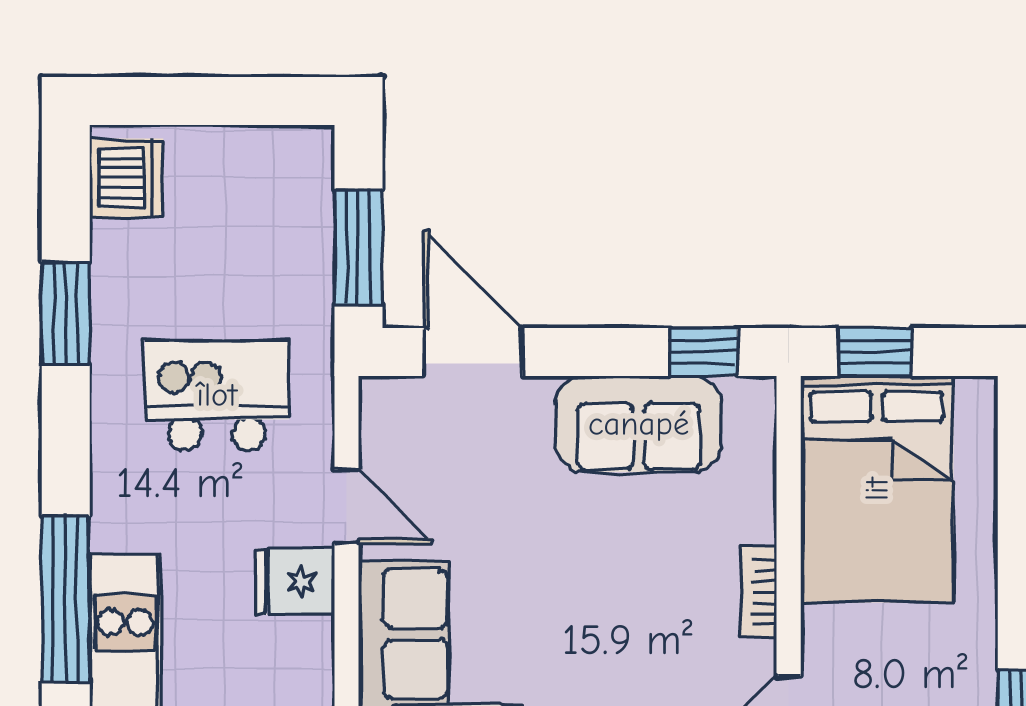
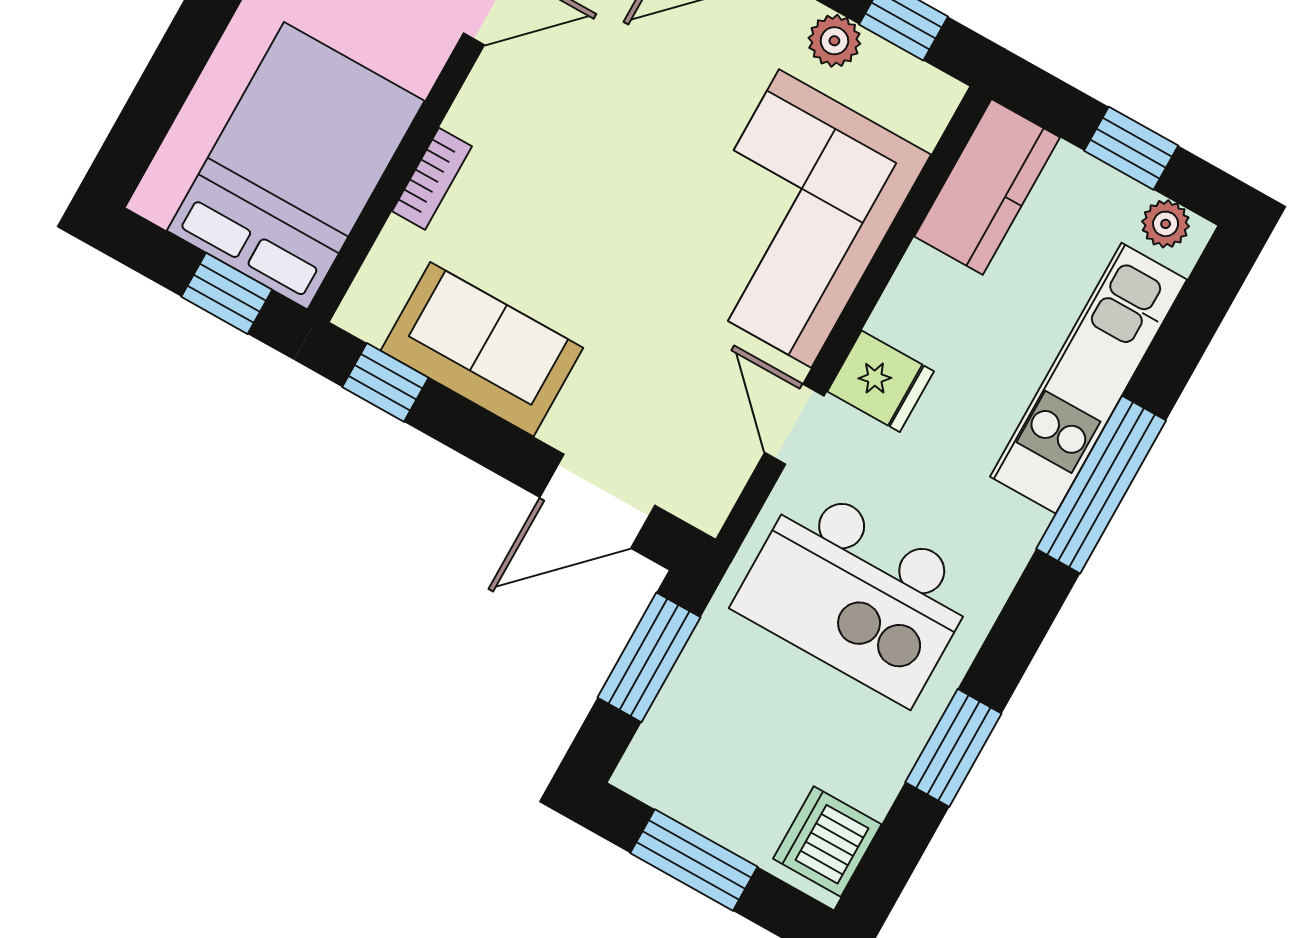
window: (228, 101) -> (694, 860), added
door: (473, 352) -> (597, 501), hinge flipped
kitchen island: (217, 395) -> (856, 594), width x1.37, depth x1.28
bookcase: (759, 592) -> (432, 179), moved

